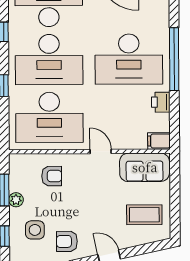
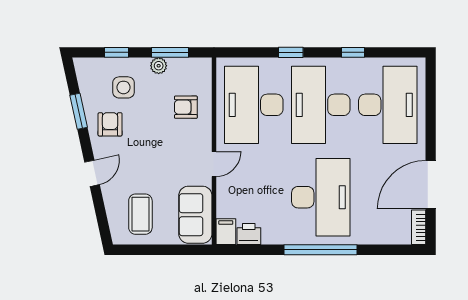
desk: (129, 59) -> (321, 197), turned 180
printer: (161, 102) -> (249, 234), moved
armchair: (52, 176) -> (186, 107), turned 90

